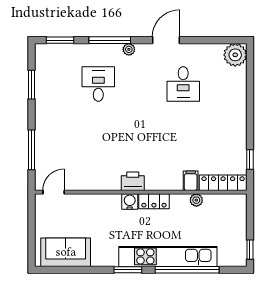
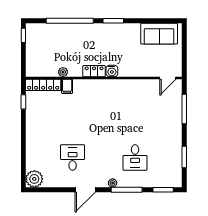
printer: (133, 181) -> (110, 86), removed
kitchen unit: (168, 256) -> (84, 31), removed

